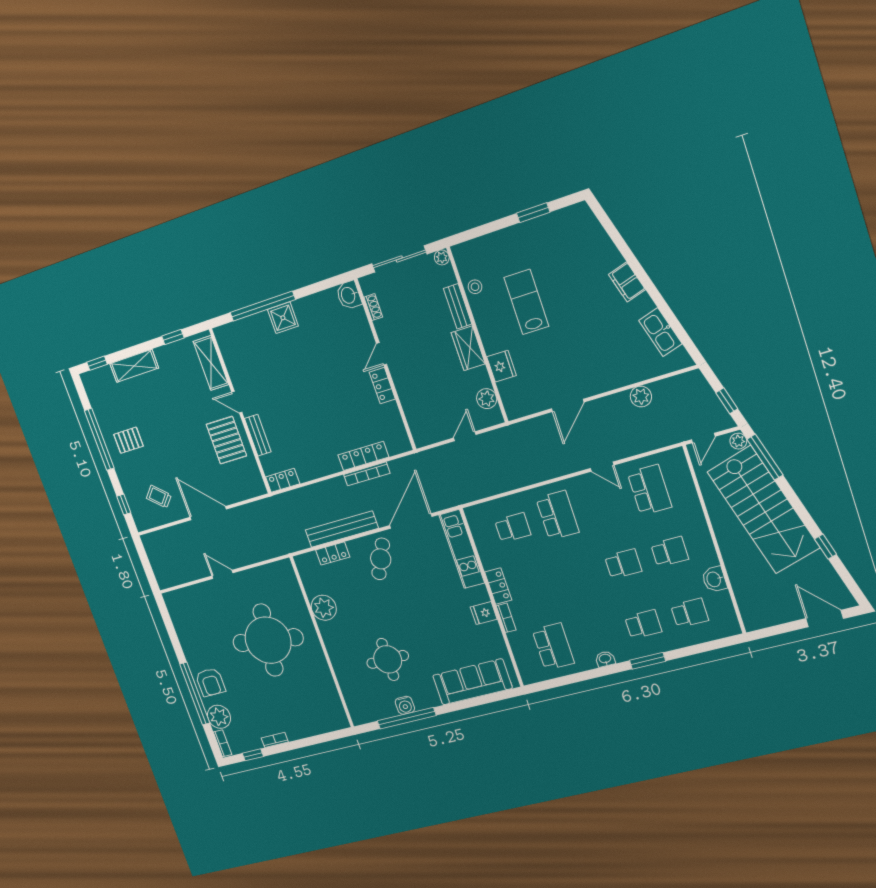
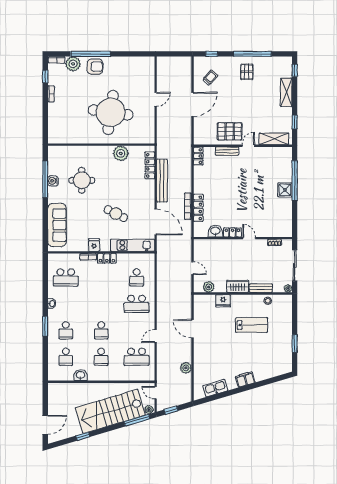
washbasin: (349, 295) -> (215, 231), moved
locker: (333, 553) -> (150, 165), width x1.53
cafe table: (381, 559) -> (116, 214), moved
armchair: (210, 682) -> (95, 67), turned 180

